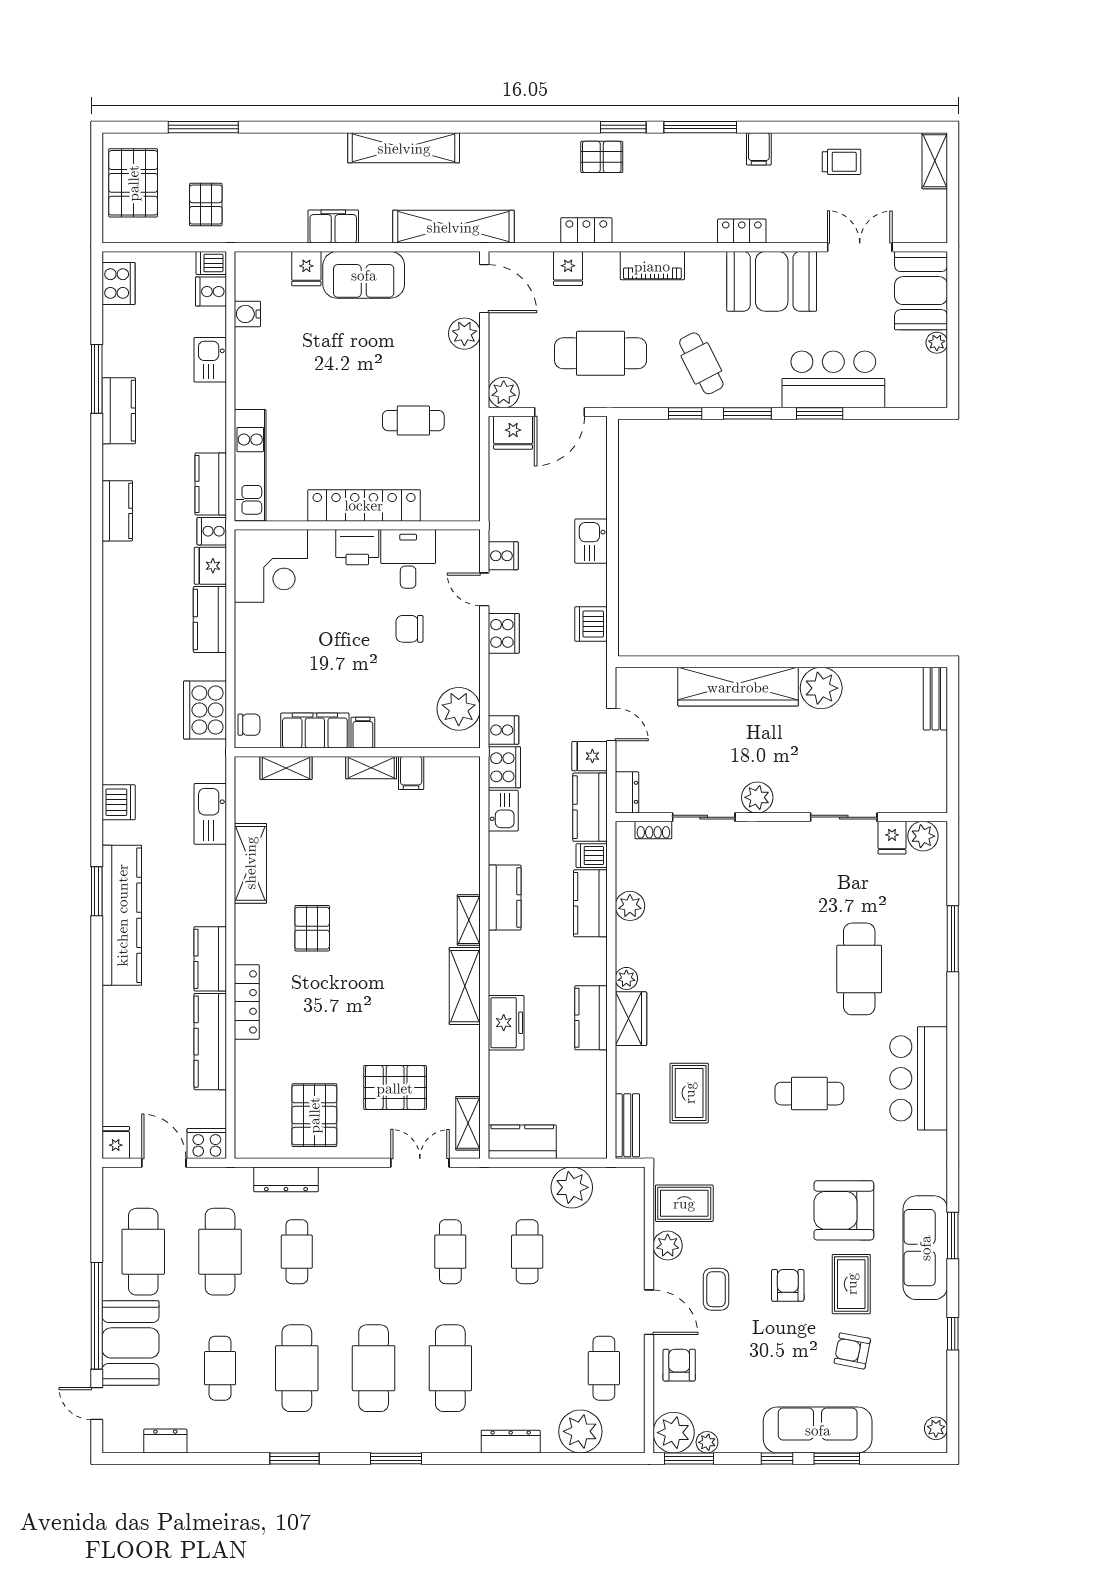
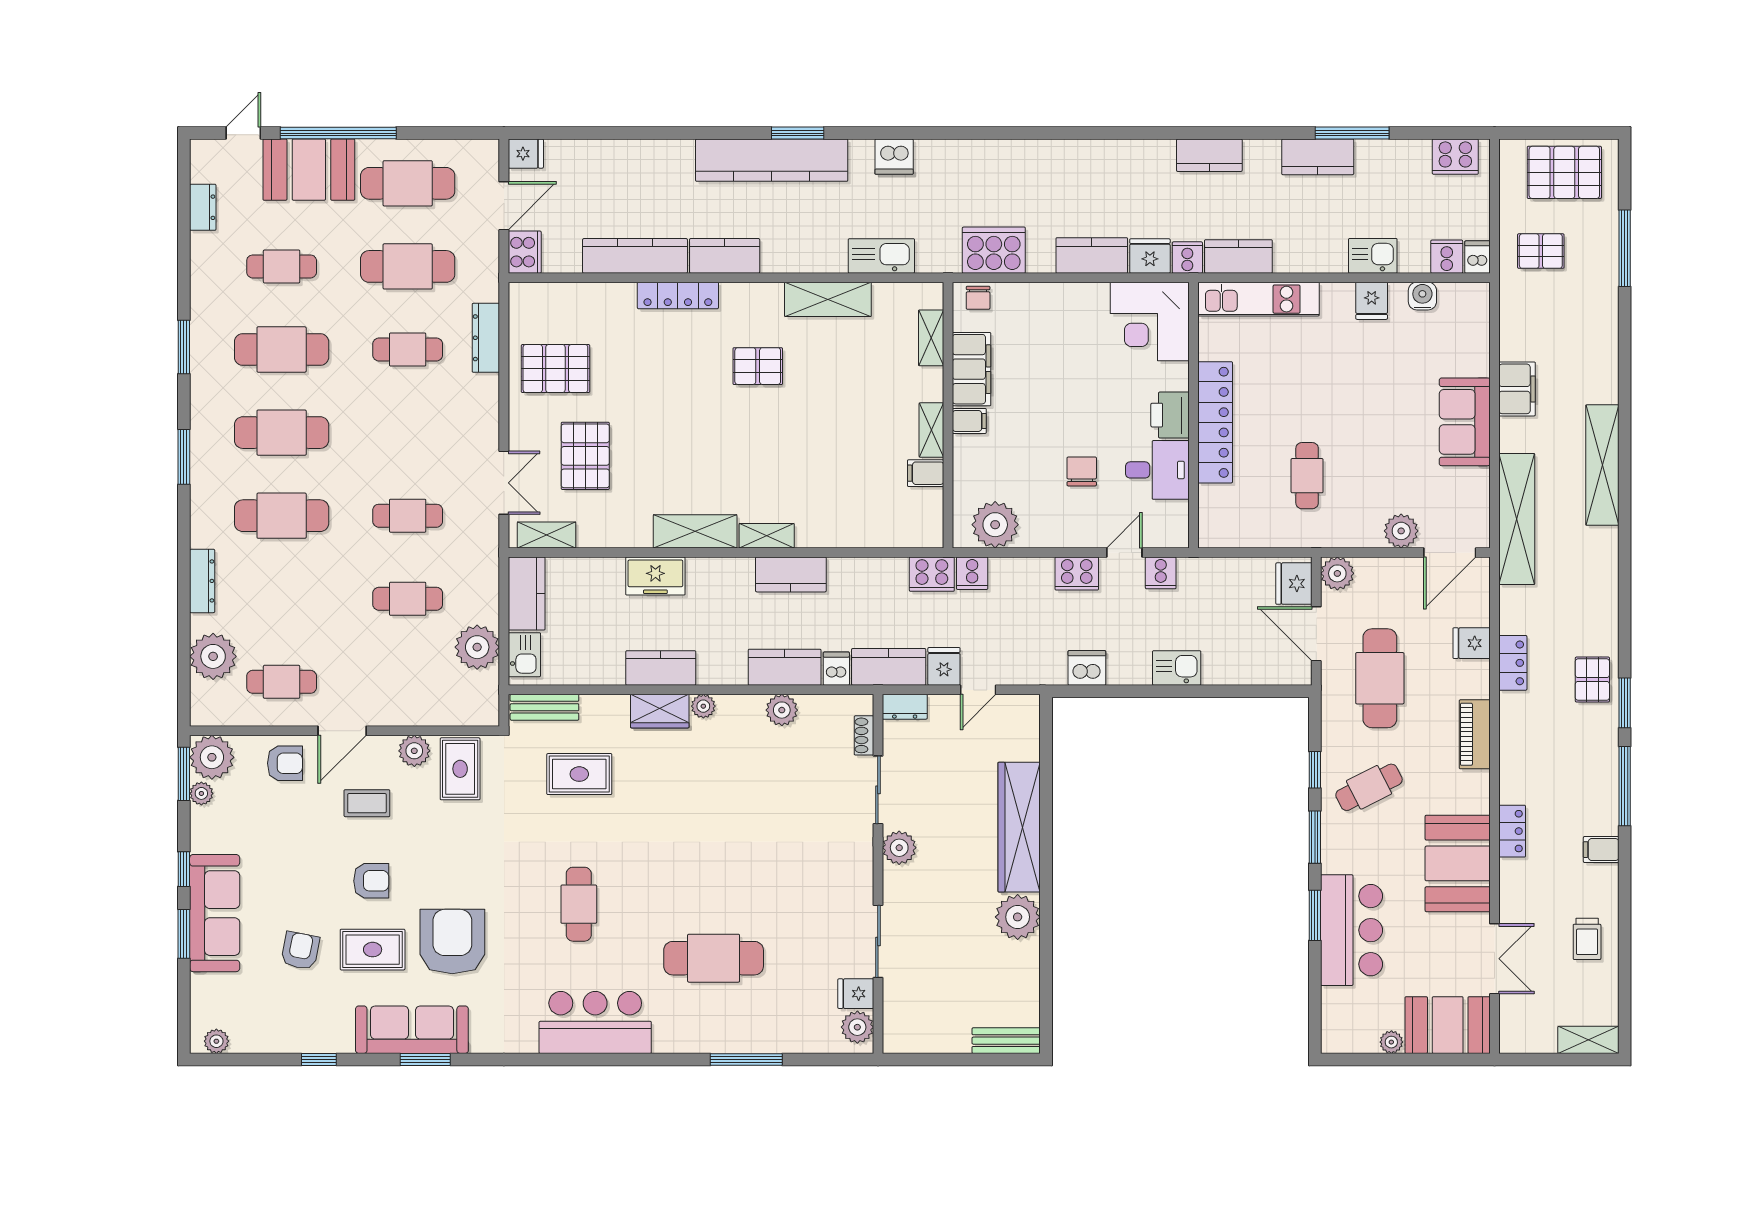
fridge: (306, 269) -> (1372, 301), moved, turned -90
kitchen sink: (503, 811) -> (524, 655), moved, turned -90

